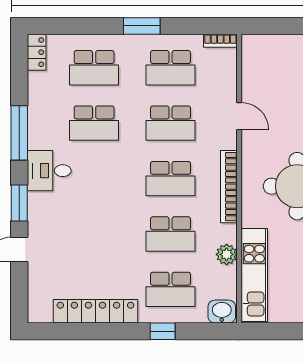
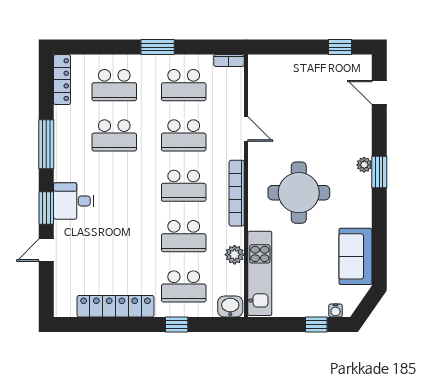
locker: (37, 52) -> (62, 80), width x1.53
desk: (49, 171) -> (74, 201), moved

